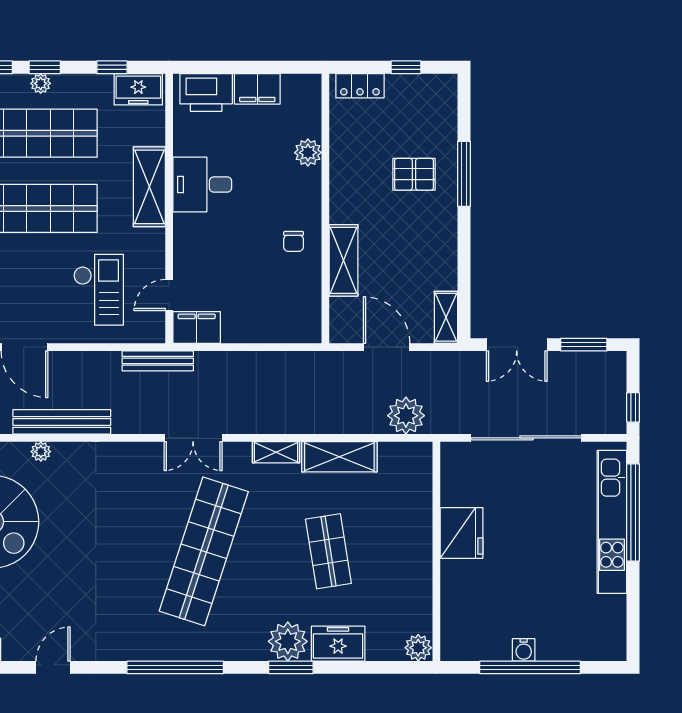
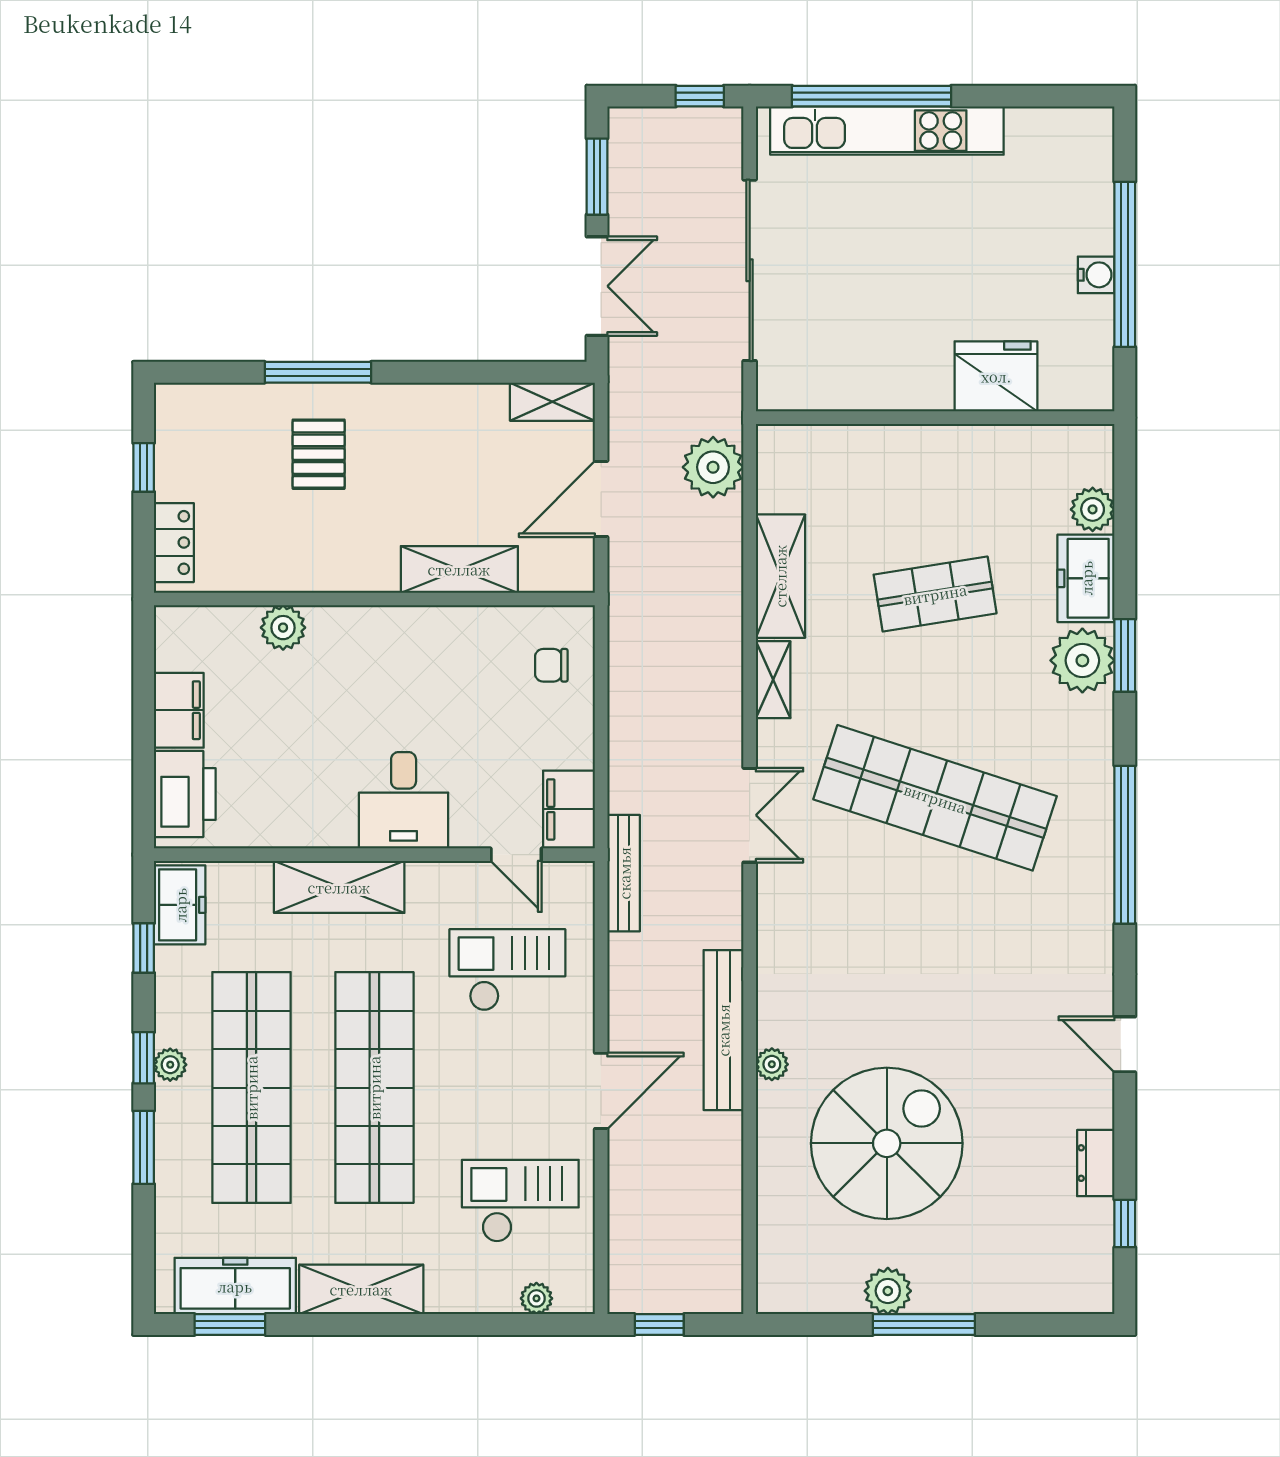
desk: (202, 185) -> (404, 800), moved
chair: (294, 241) -> (551, 665), moved, turned 180
fridge: (462, 533) -> (996, 376), moved
plant: (418, 648) -> (1093, 509), moved

